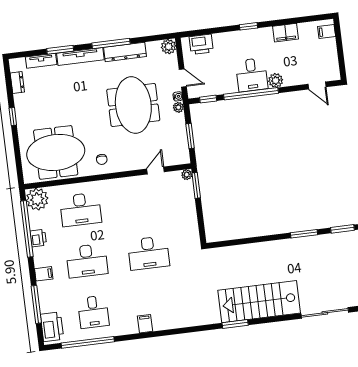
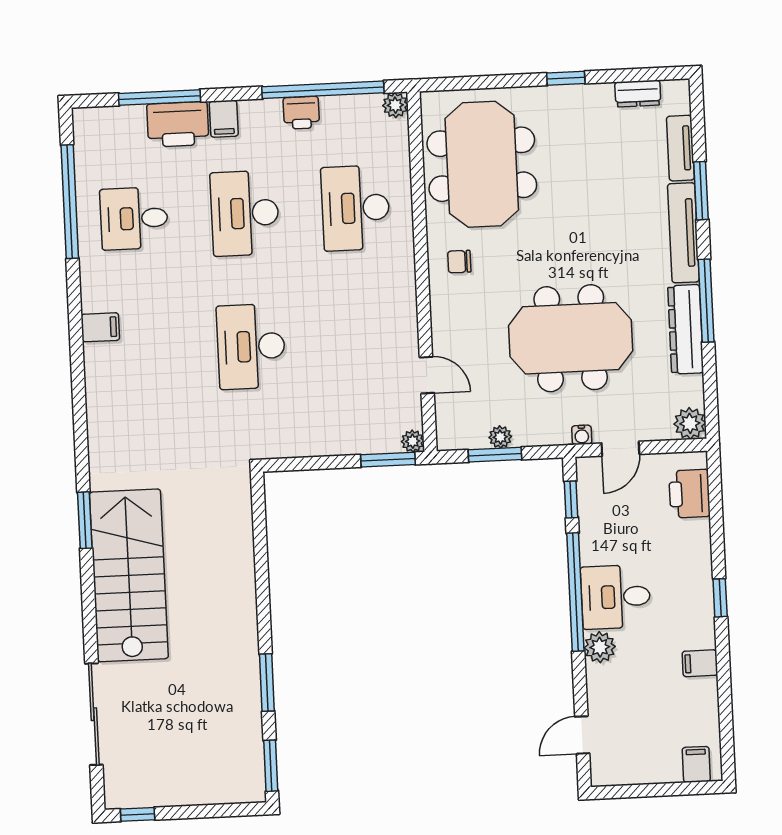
filing cabinet: (285, 33) -> (700, 663), width x0.50
plant: (178, 107) -> (500, 437), moved
plant: (37, 199) -> (395, 105), width x0.53, depth x0.53
printer: (52, 327) -> (178, 124), moved

